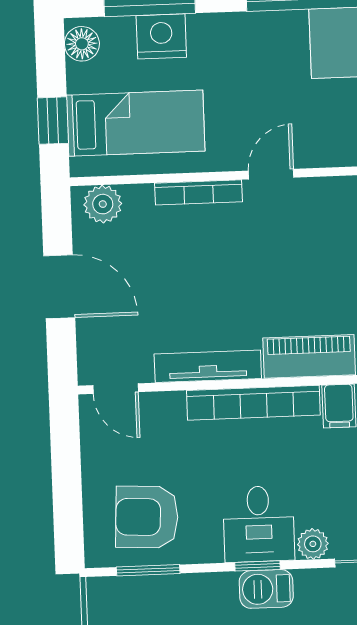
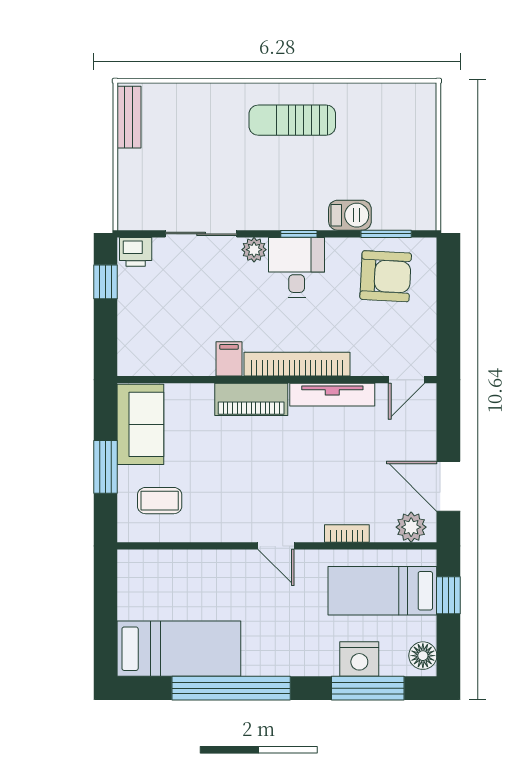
door: (271, 174) -> (276, 546), hinge flipped
bookcase: (198, 192) -> (347, 533), width x0.64
door: (59, 287) -> (448, 486), moved
door: (116, 389) -> (407, 380), swing flipped
barbecue: (266, 589) -> (350, 215), moved

